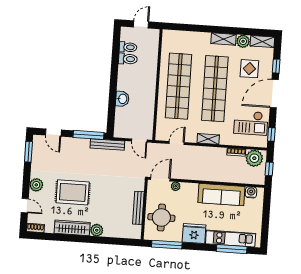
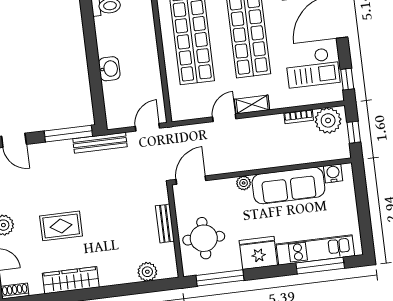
door: (139, 140) -> (147, 127), swing flipped
door: (177, 143) -> (224, 118), moved
plant: (176, 186) -> (244, 183), moved
rug: (73, 192) -> (61, 226), width x0.73, depth x0.70
bench: (138, 208) -> (165, 223), width x0.73
plant: (97, 230) -> (147, 272), moved

